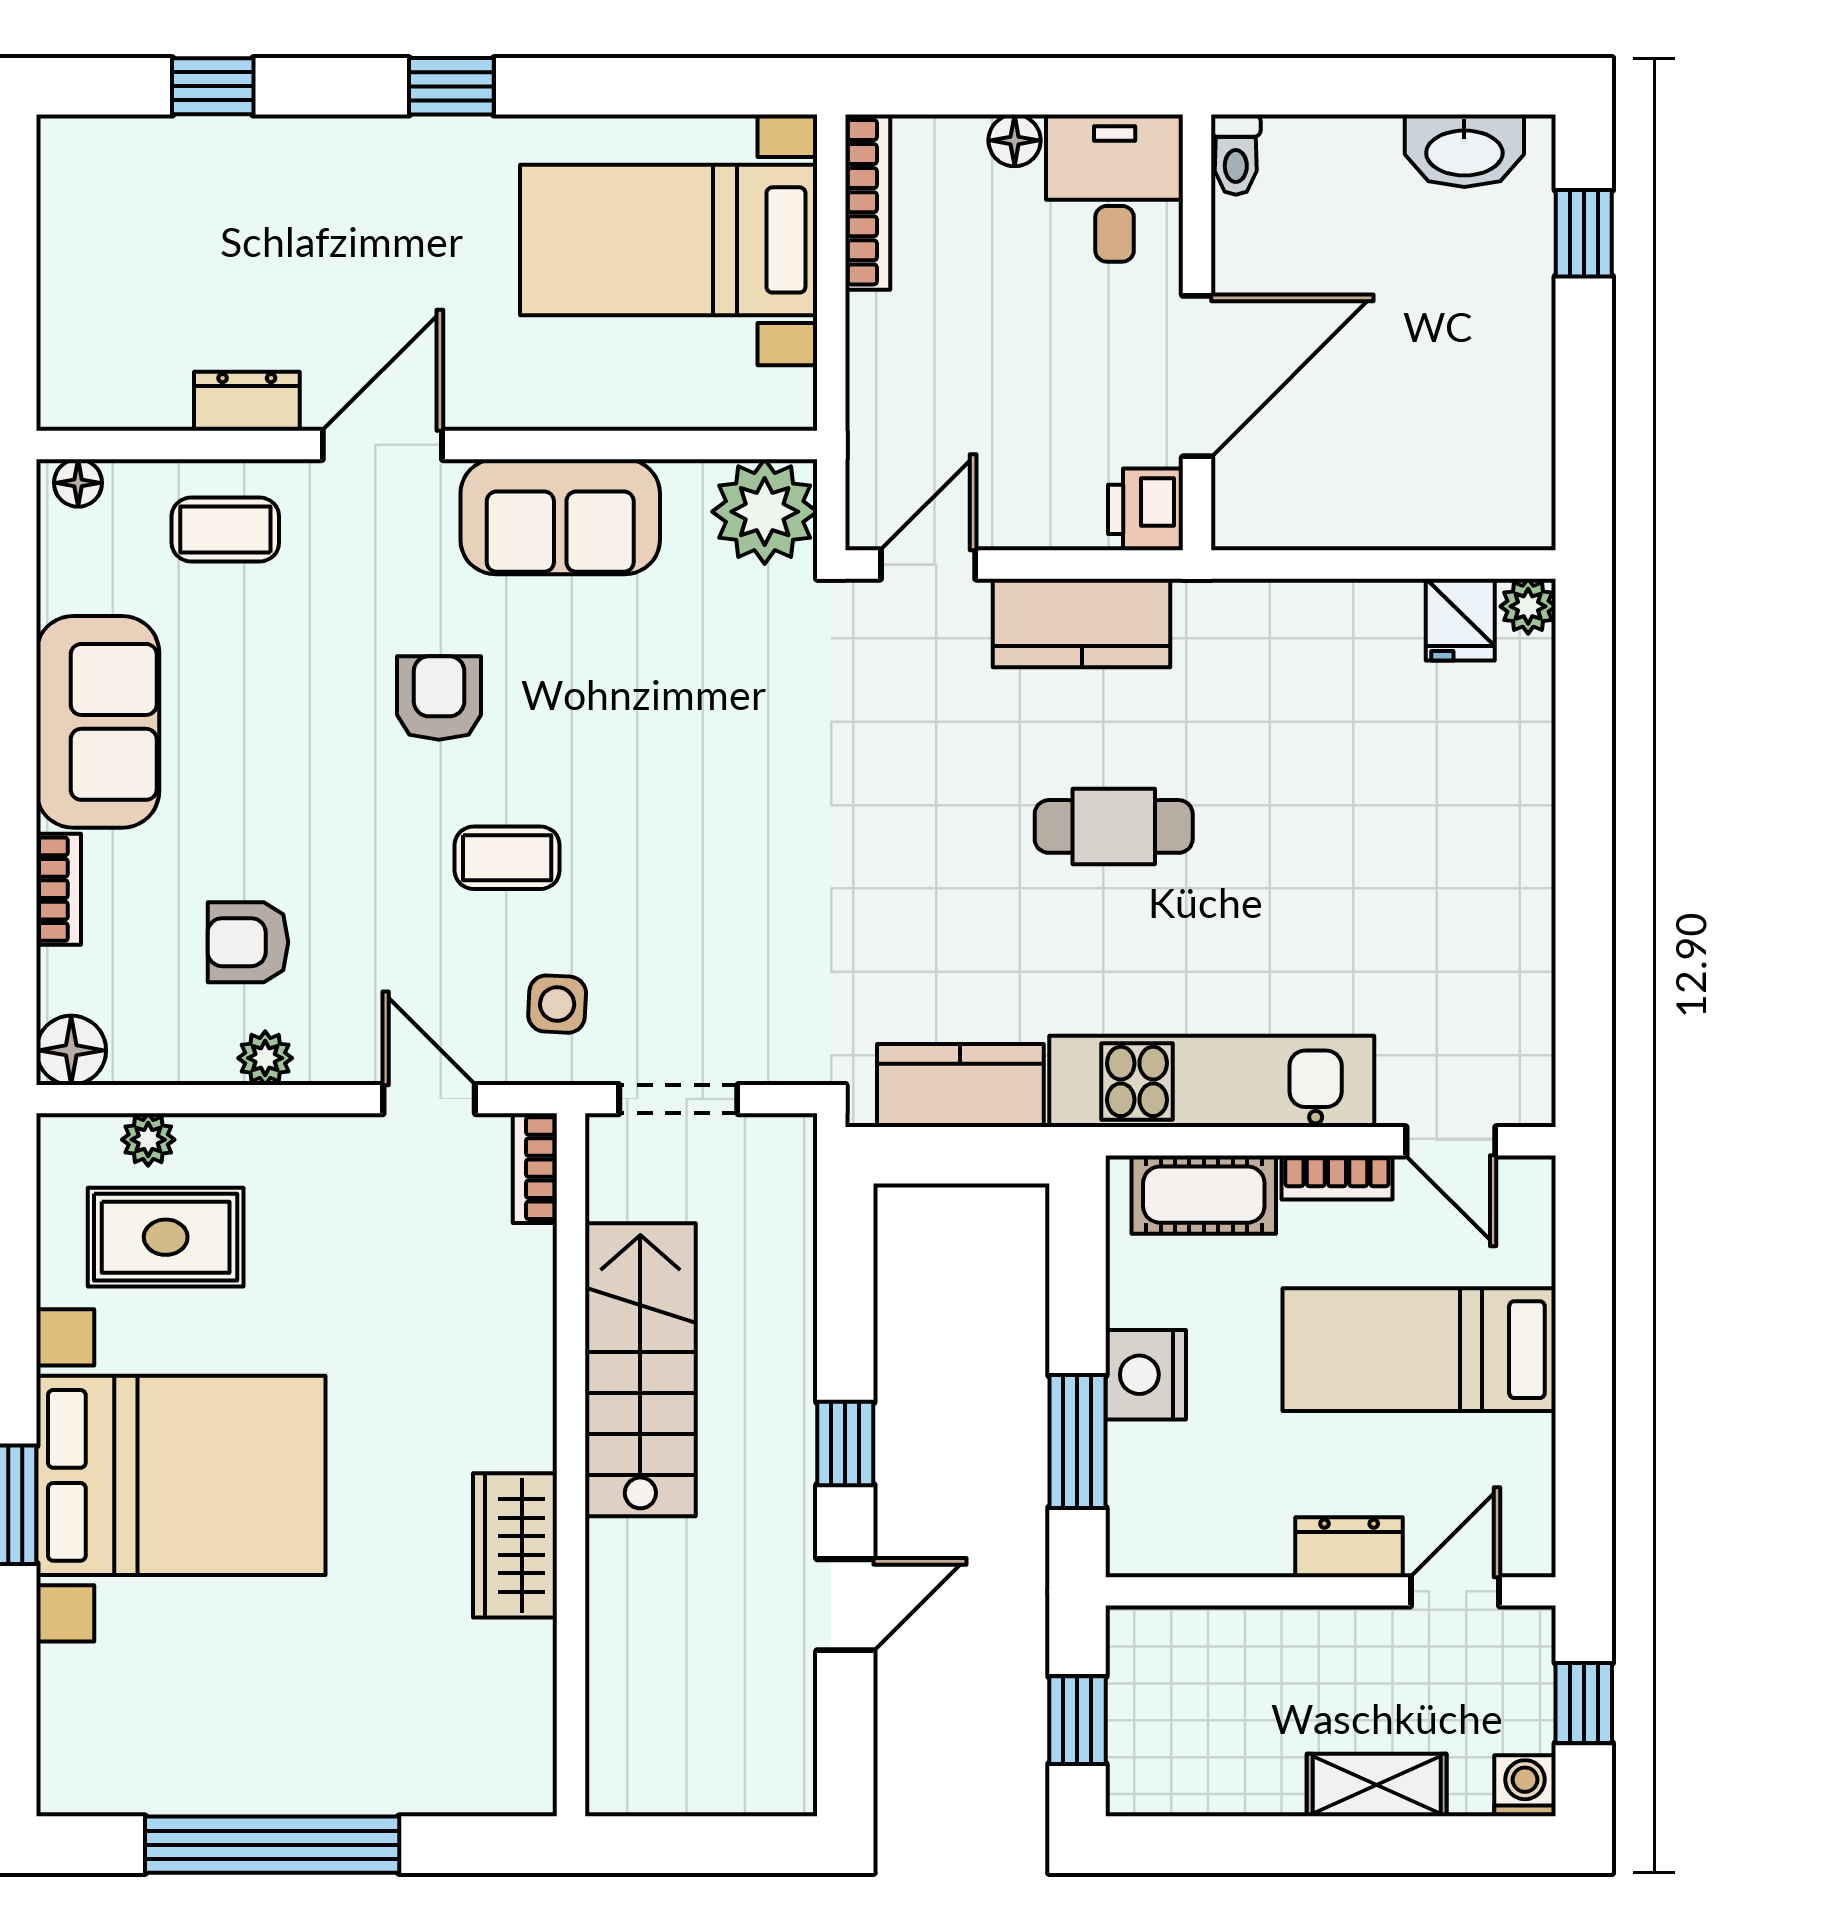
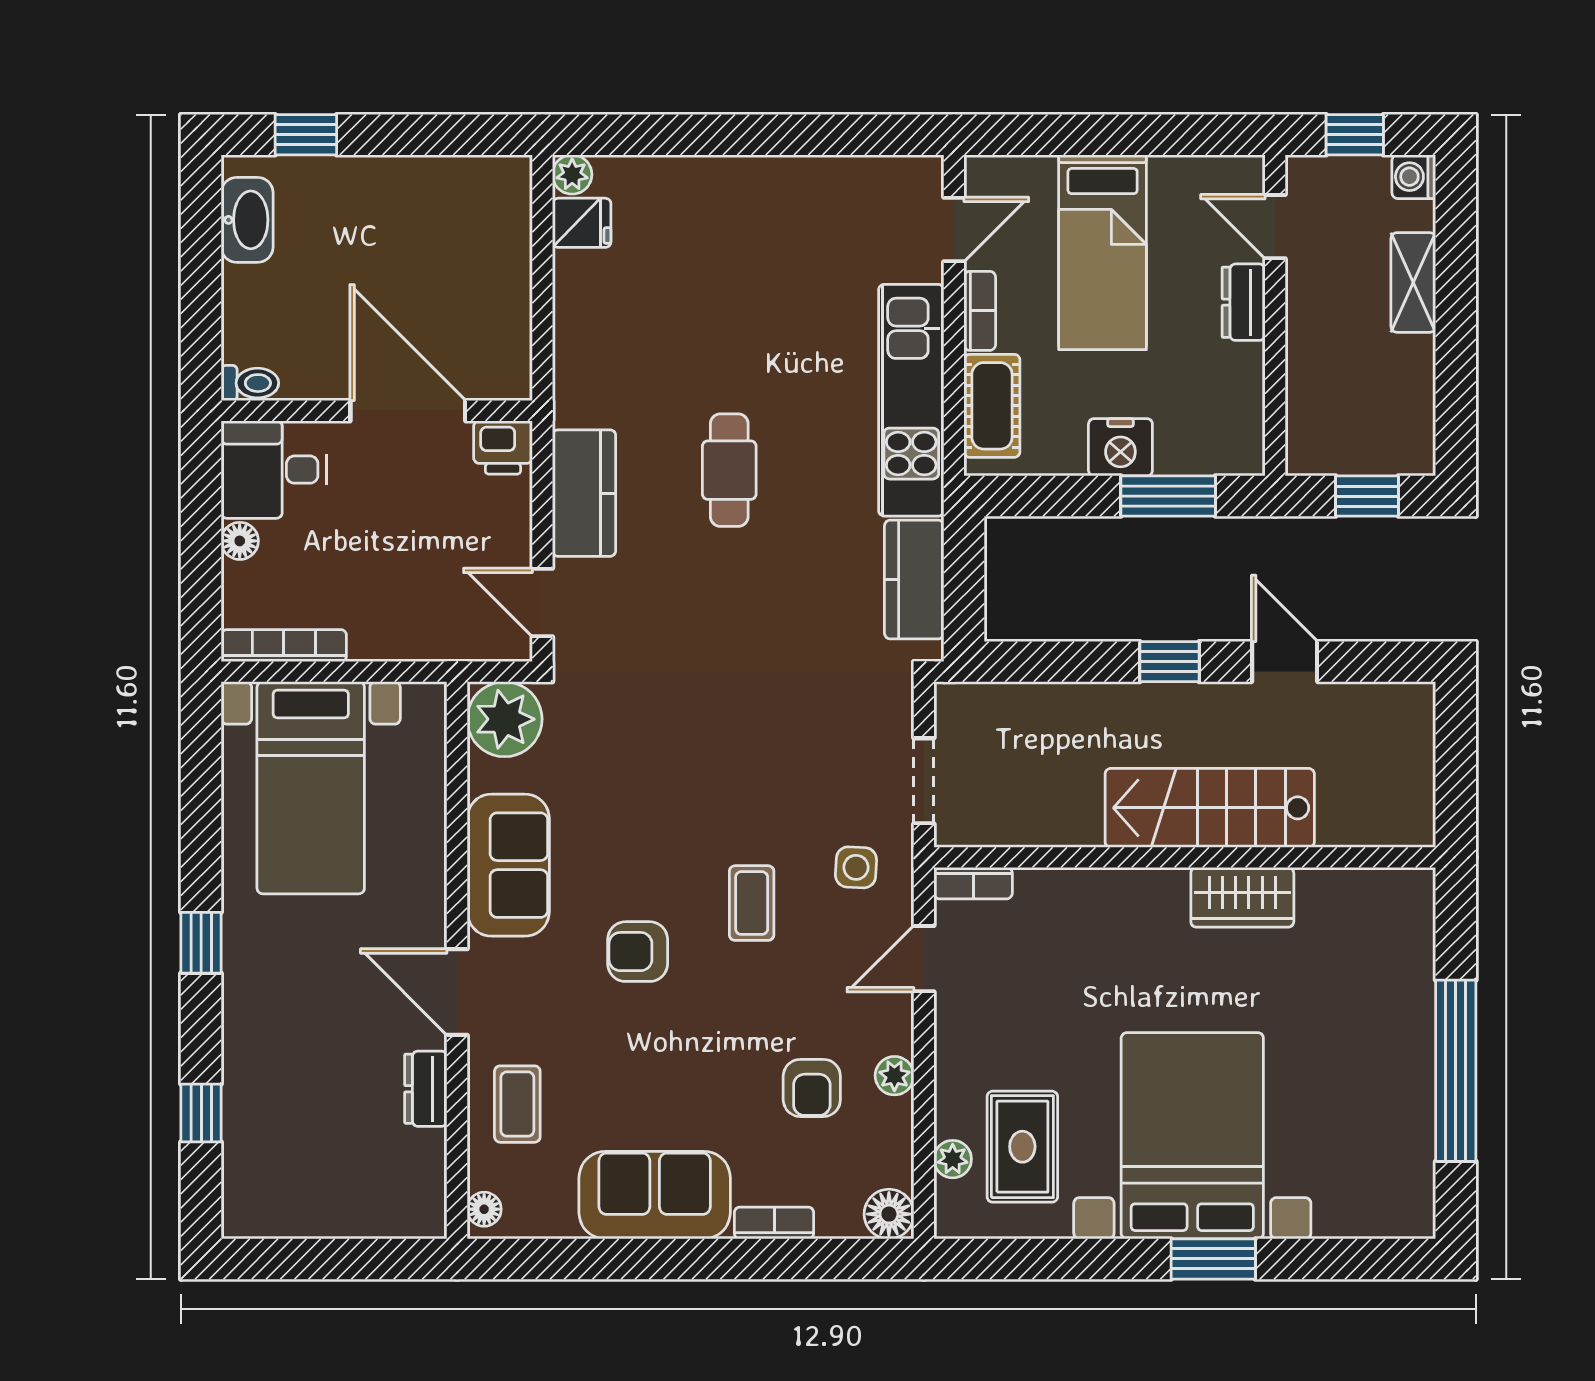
stairs: (640, 1370) -> (1210, 808), moved

